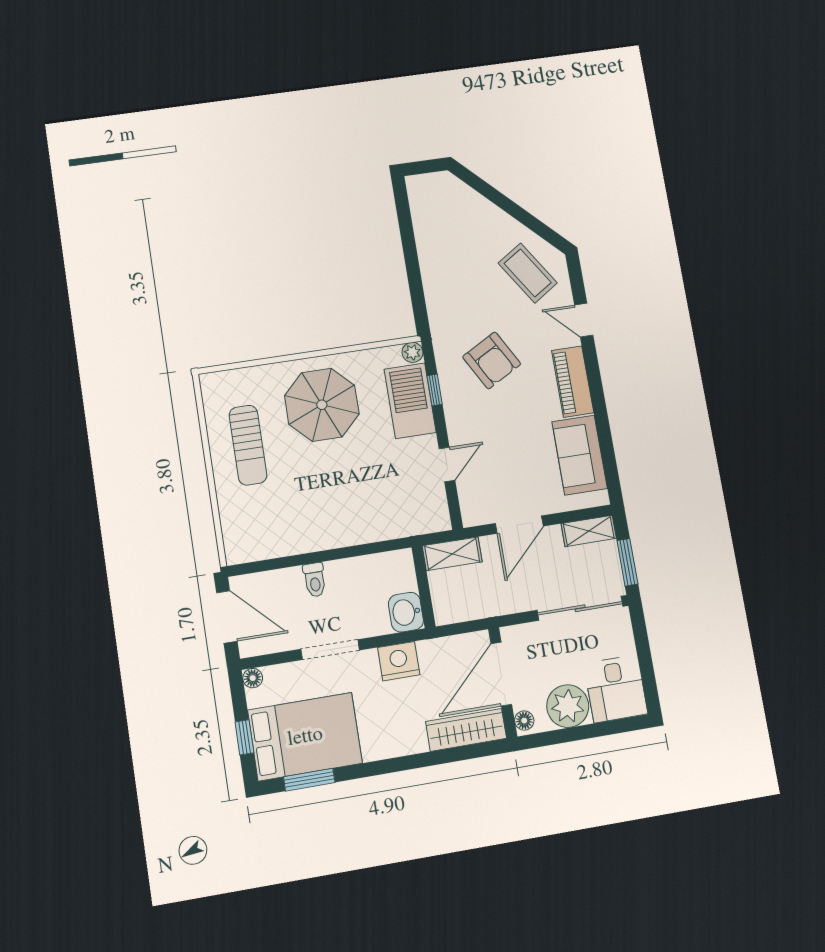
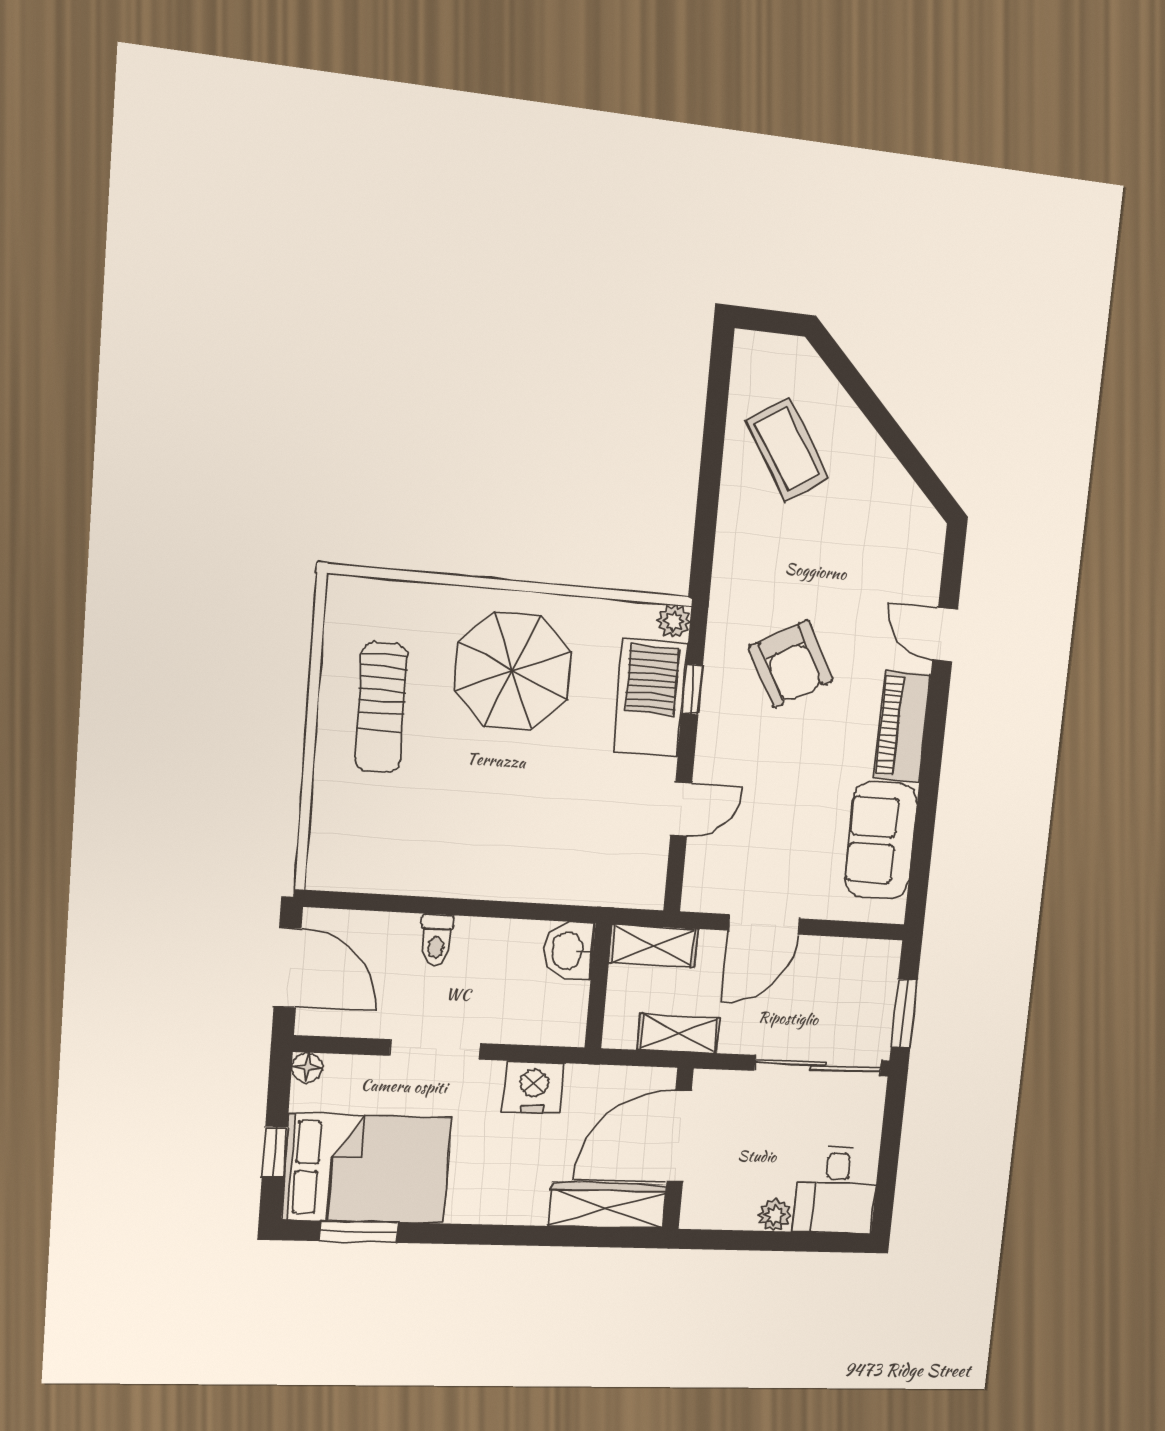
coffee table: (528, 273) -> (787, 449), moved
shelving: (589, 531) -> (679, 1034), moved
washbasin: (406, 612) -> (569, 951), moved
plant: (568, 706) -> (774, 1215), width x0.53, depth x0.53
floor lamp: (524, 721) -> (694, 1208), removed

